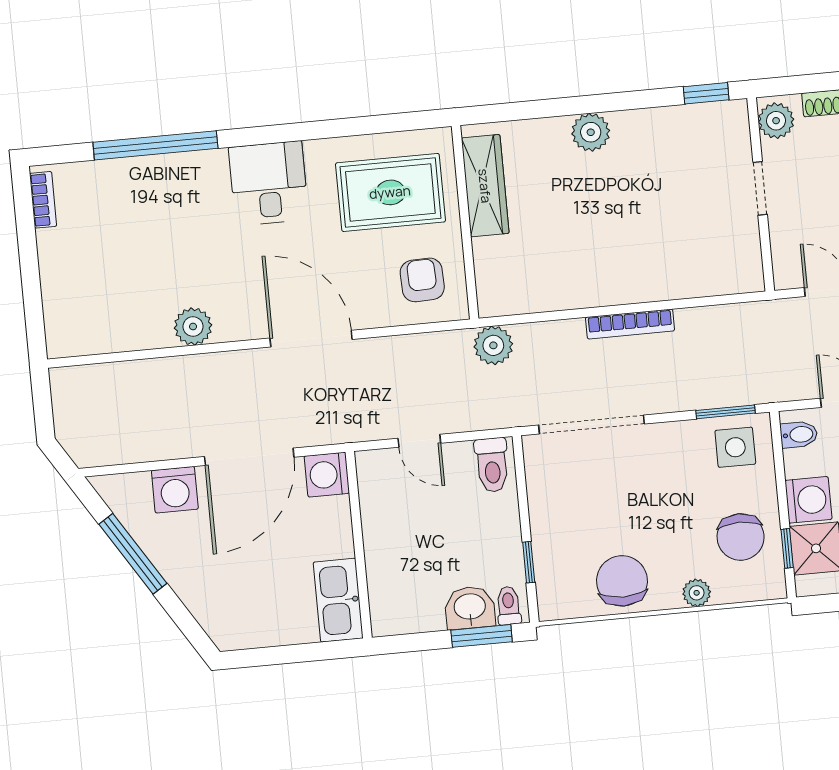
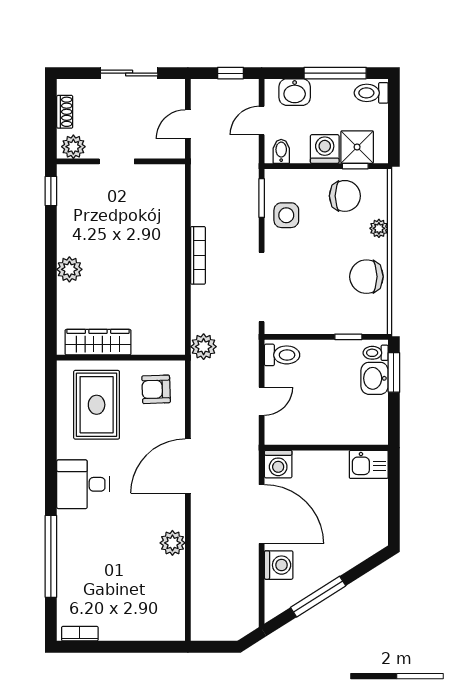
side table: (735, 447) -> (286, 215), moved
kitchen sink: (338, 600) -> (369, 464), width x0.73

